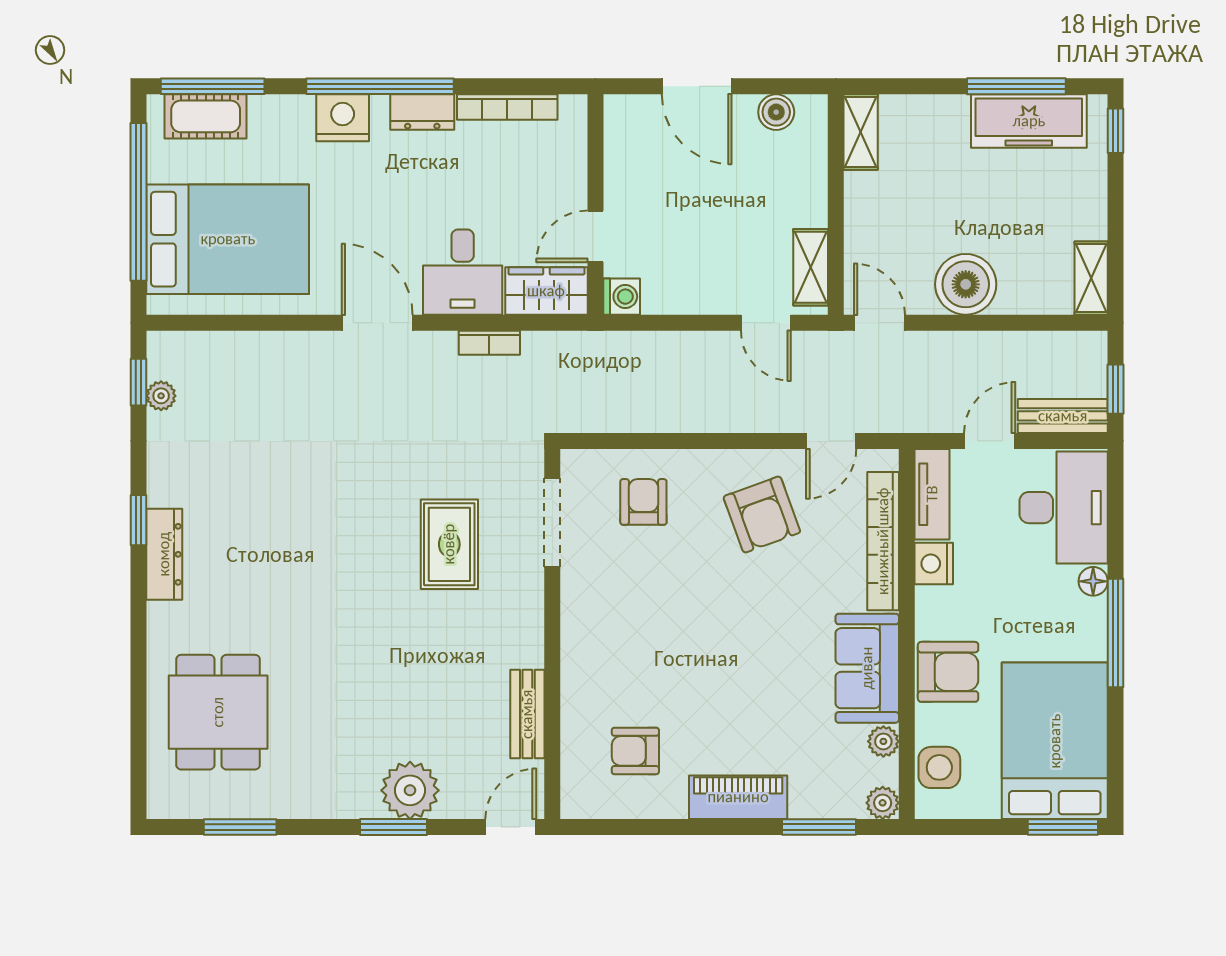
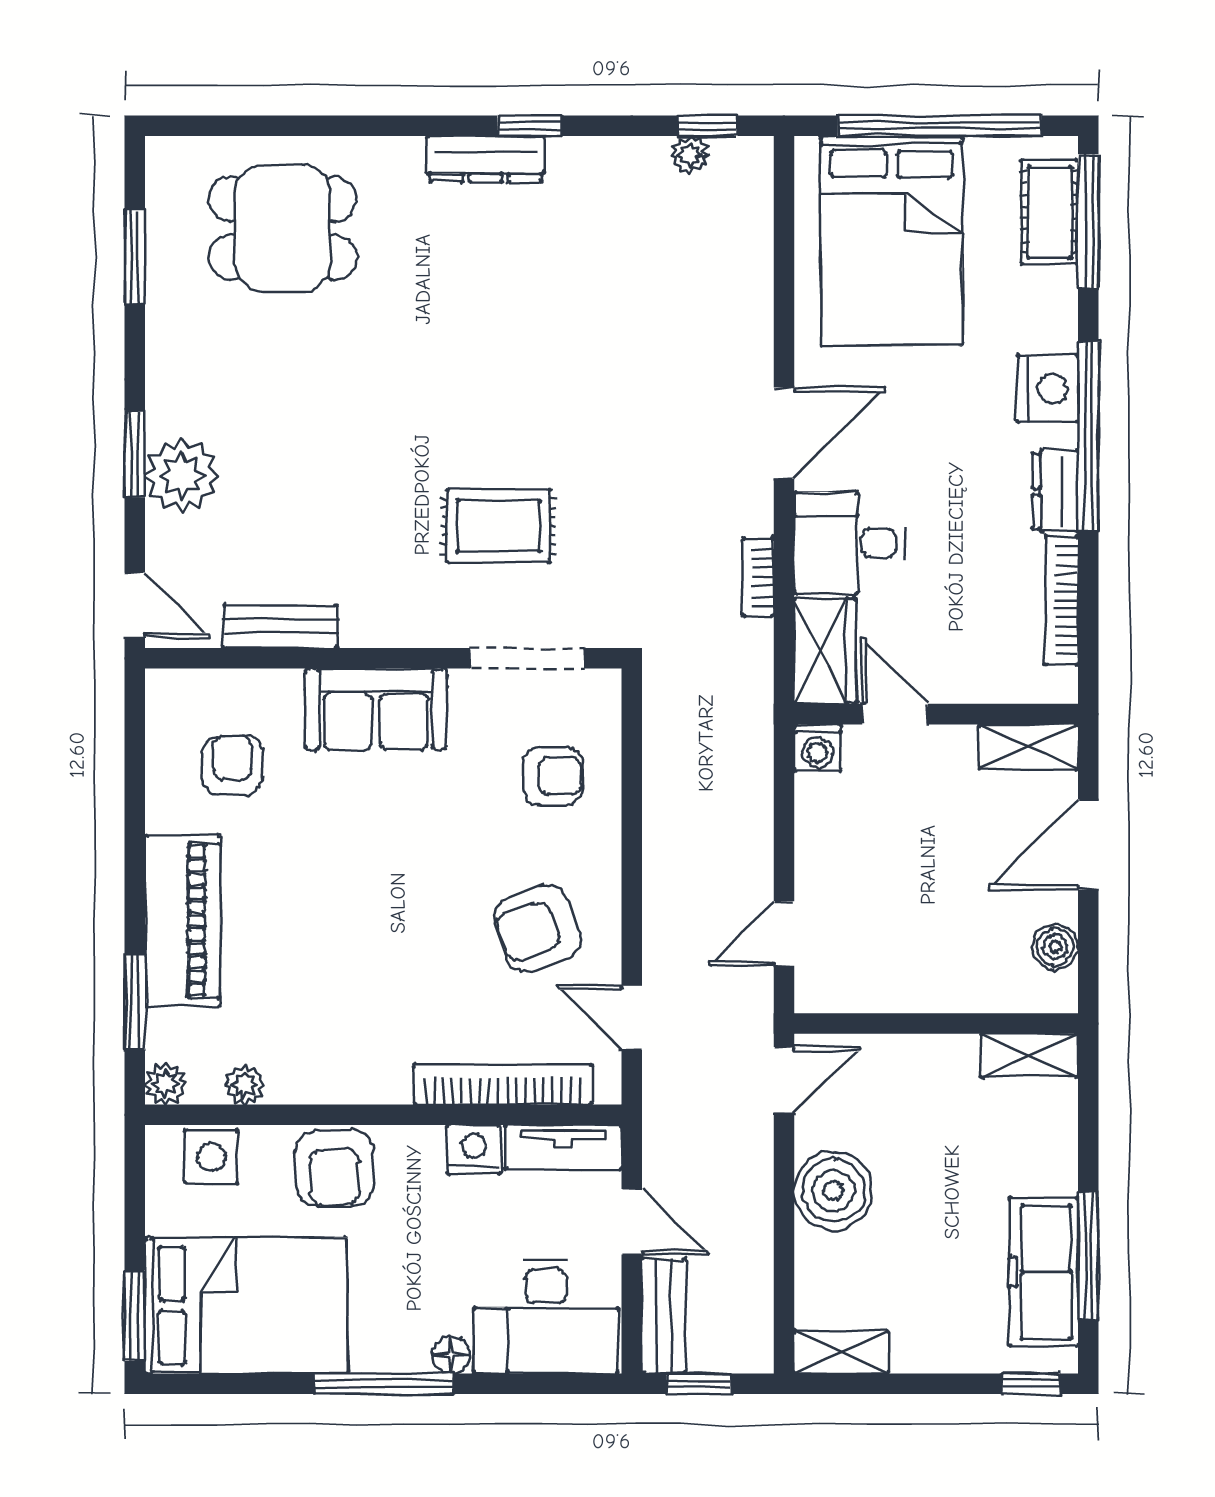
shelving: (811, 267) -> (1029, 747), moved
sofa: (867, 668) -> (376, 709), moved, turned 180
piano: (738, 797) -> (182, 921), width x1.37, depth x1.33

